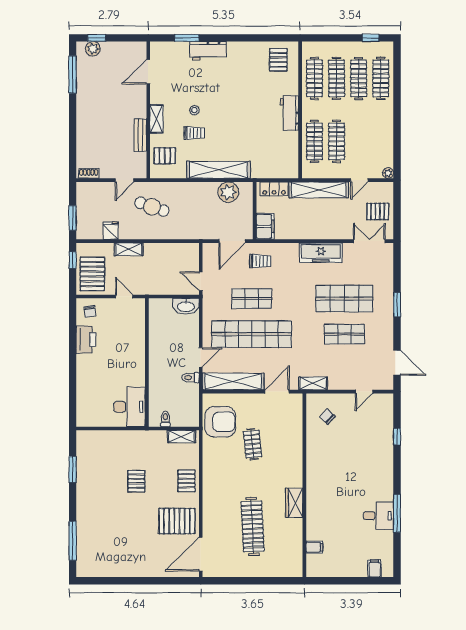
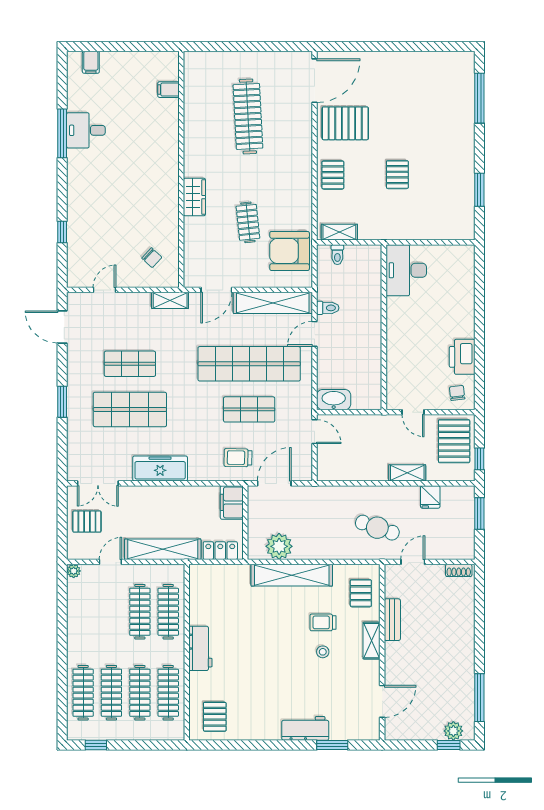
pallet: (165, 156) -> (361, 593), turned 90
toilet: (165, 419) -> (337, 255), moved
wardrobe: (294, 503) -> (194, 197), moved

